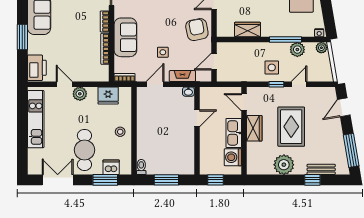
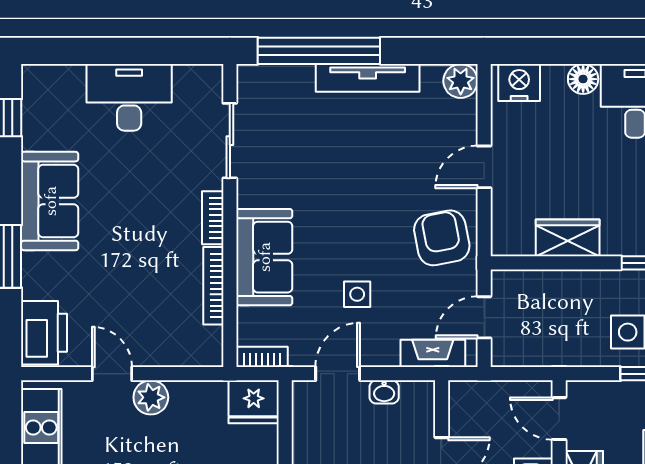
fireplace: (182, 76) -> (433, 353), moved
washbasin: (188, 92) -> (384, 392), moved
fridge: (108, 96) -> (254, 402), moved

